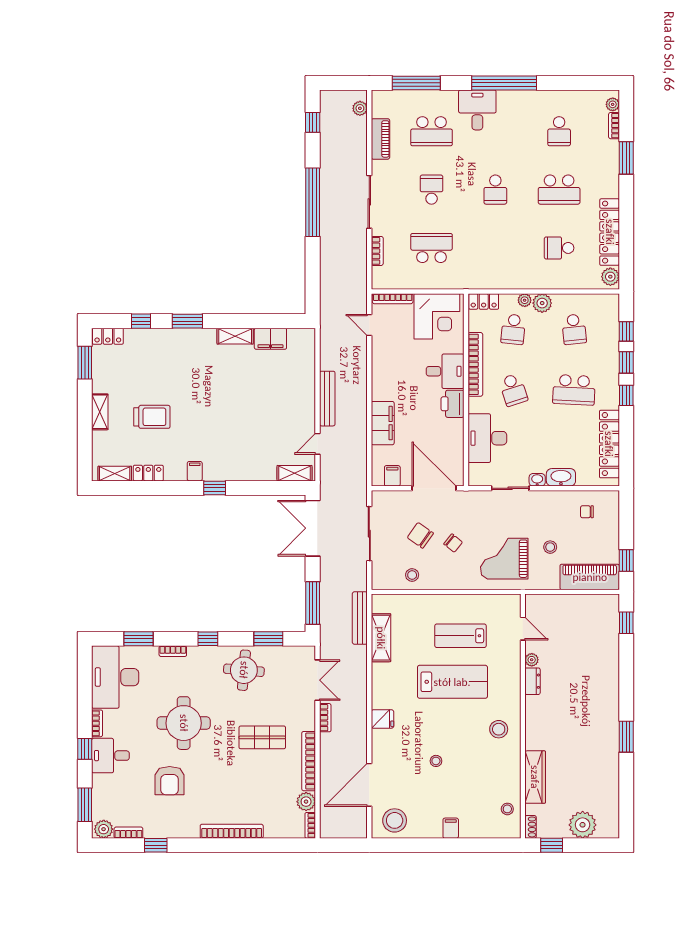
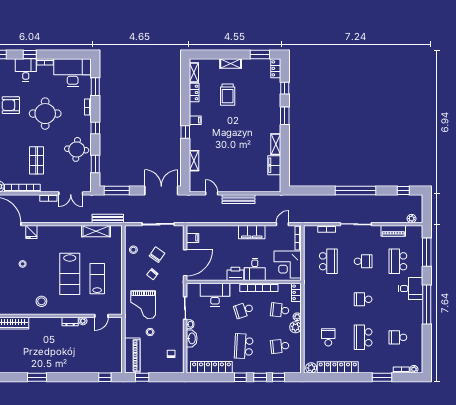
filing cabinet: (383, 423) -> (252, 232), moved
shelving: (295, 473) -> (194, 161), moved
grand piano: (504, 559) -> (143, 305), turned 180
fridge: (382, 719) -> (31, 232), moved

